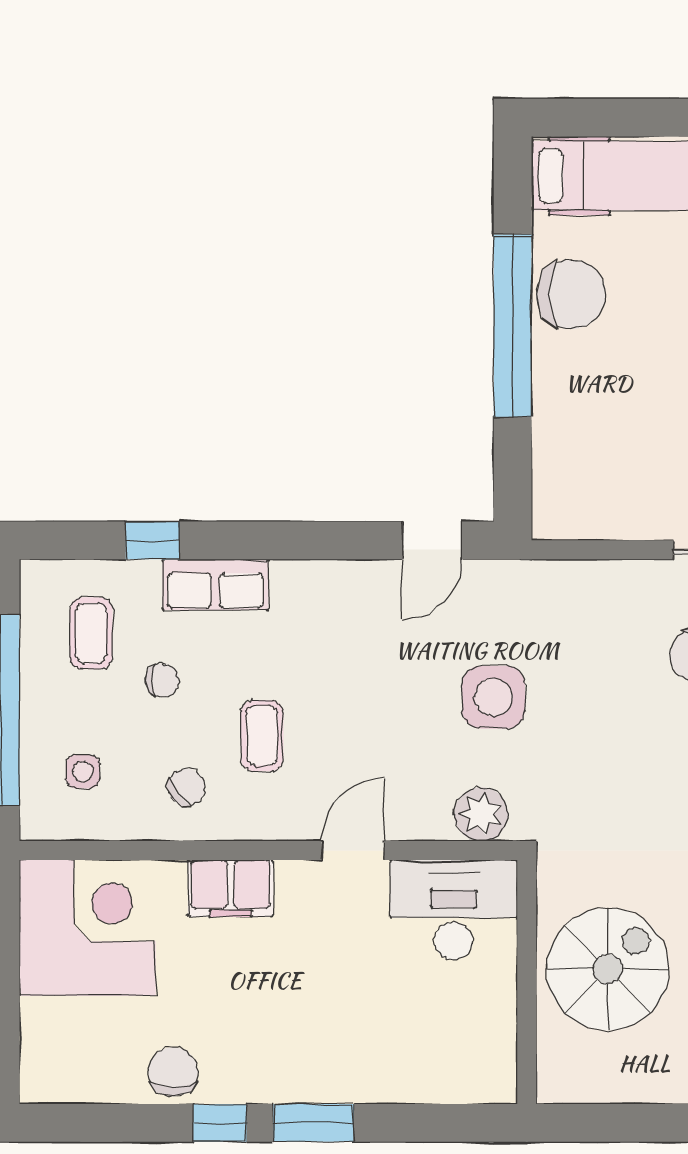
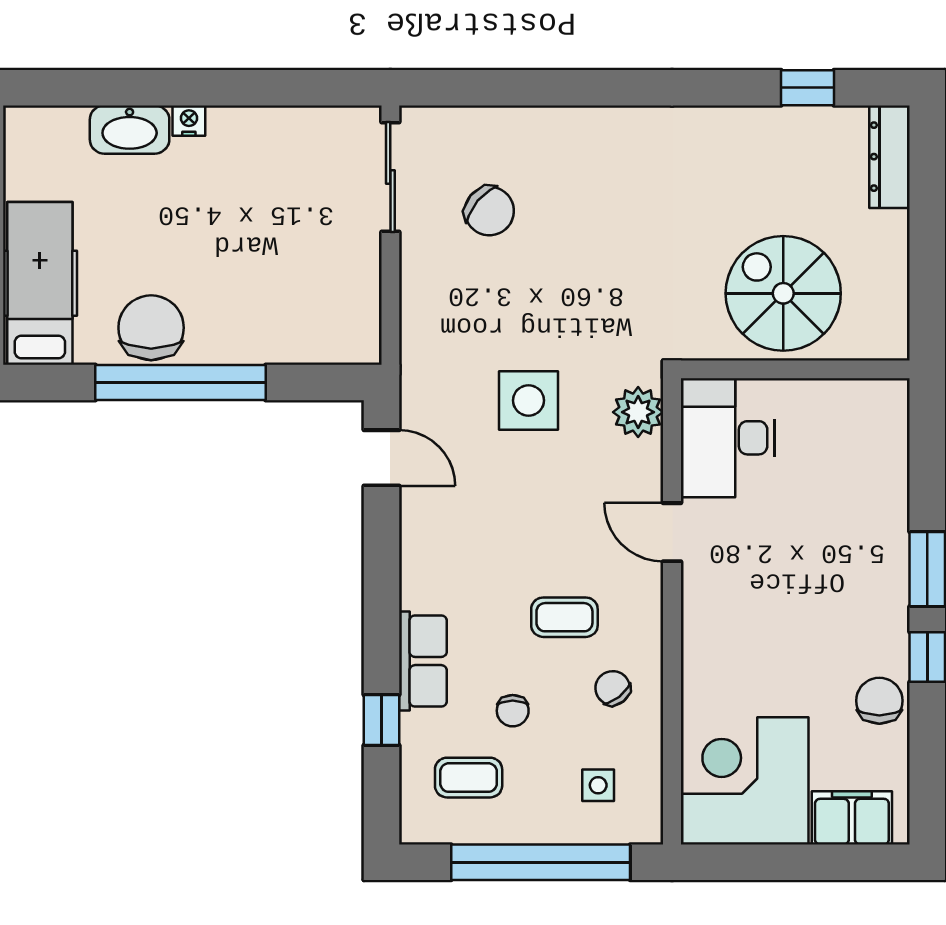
chair: (162, 680) -> (513, 711), turned 180
filing cabinet: (231, 888) -> (852, 818), moved, turned -90
chair: (173, 1072) -> (879, 701), turned 90

